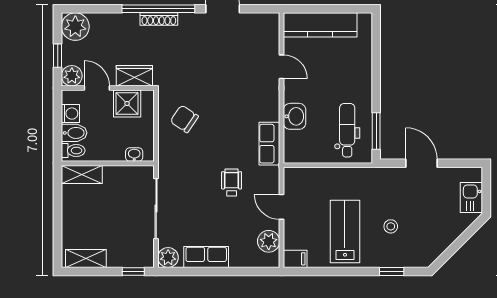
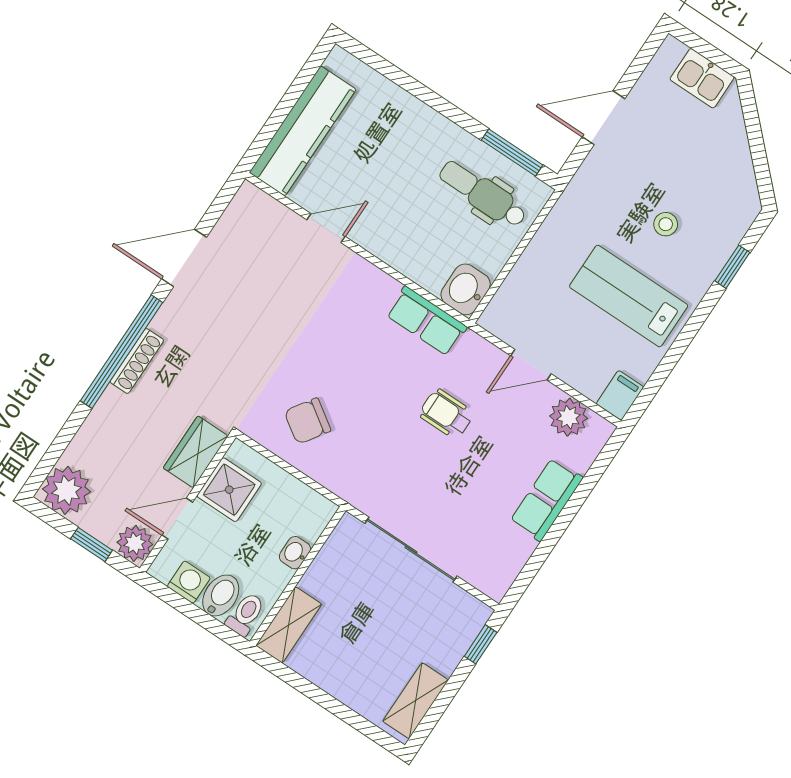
washbasin: (295, 116) -> (466, 289), moved, turned -90
washbasin: (134, 155) -> (295, 553), moved
plant: (168, 257) -> (494, 580), removed
row of seats: (206, 257) -> (546, 500), moved

